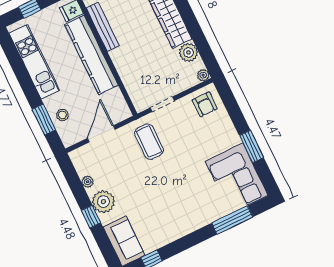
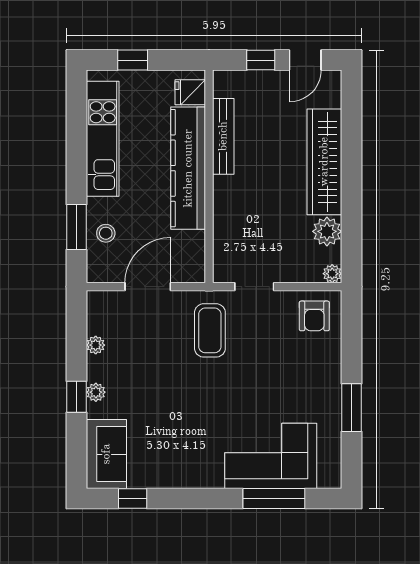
corner sofa: (237, 178) -> (271, 456), moved, turned 90
plant: (103, 202) -> (96, 392), width x0.53, depth x0.53

